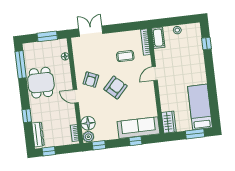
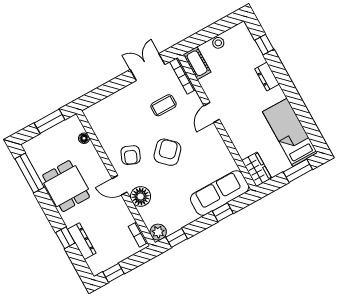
double door: (91, 31) -> (147, 67), moved
dresser: (200, 65) -> (267, 77), added
floor lamp: (88, 123) -> (141, 196), moved
dresser: (38, 134) -> (82, 241), moved

